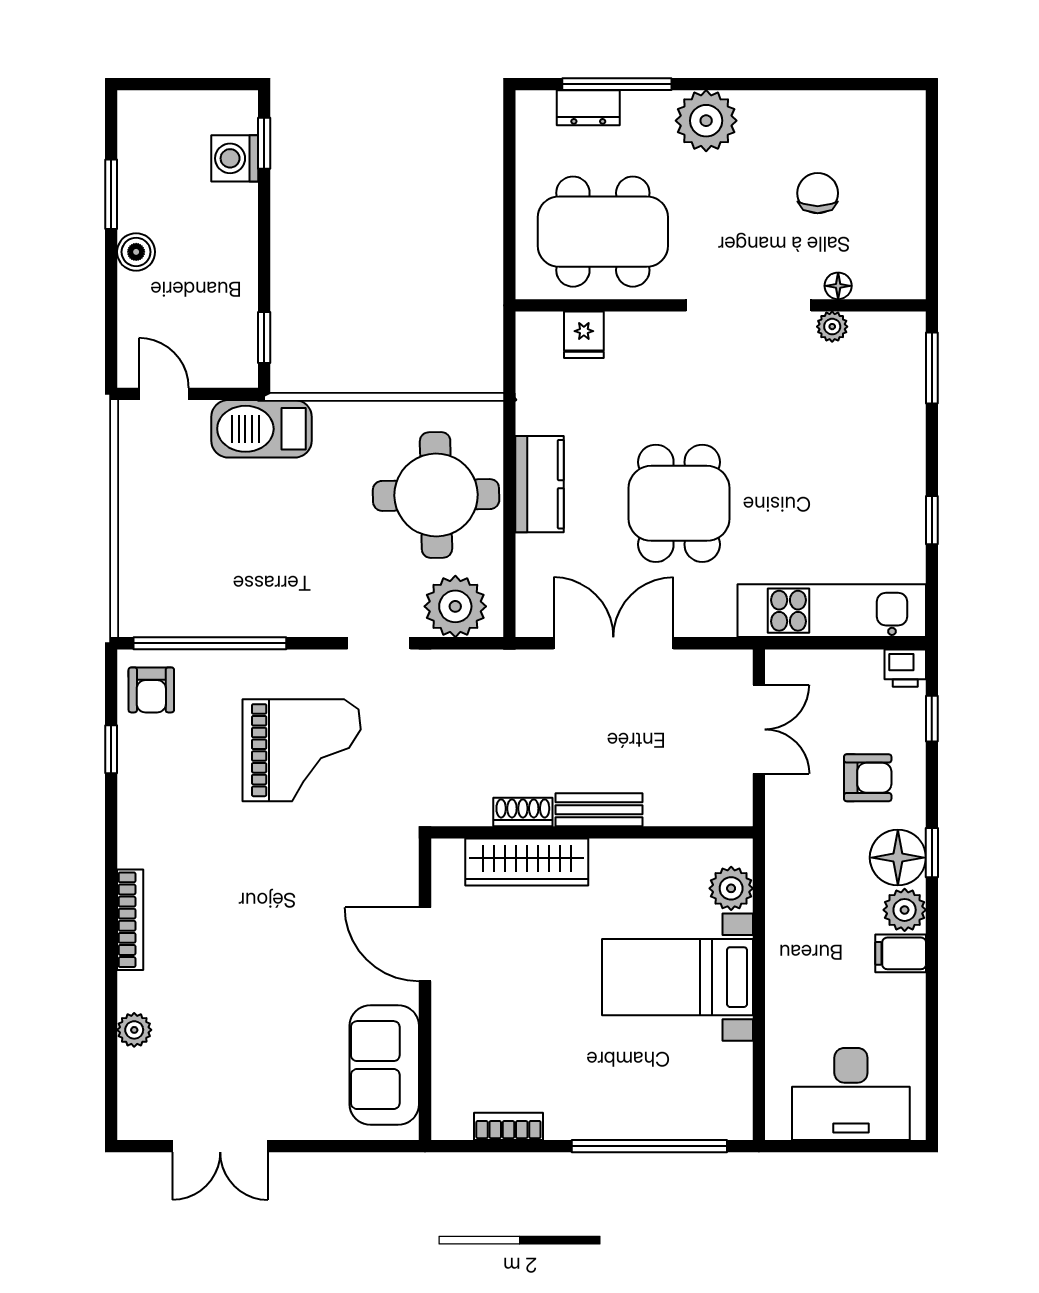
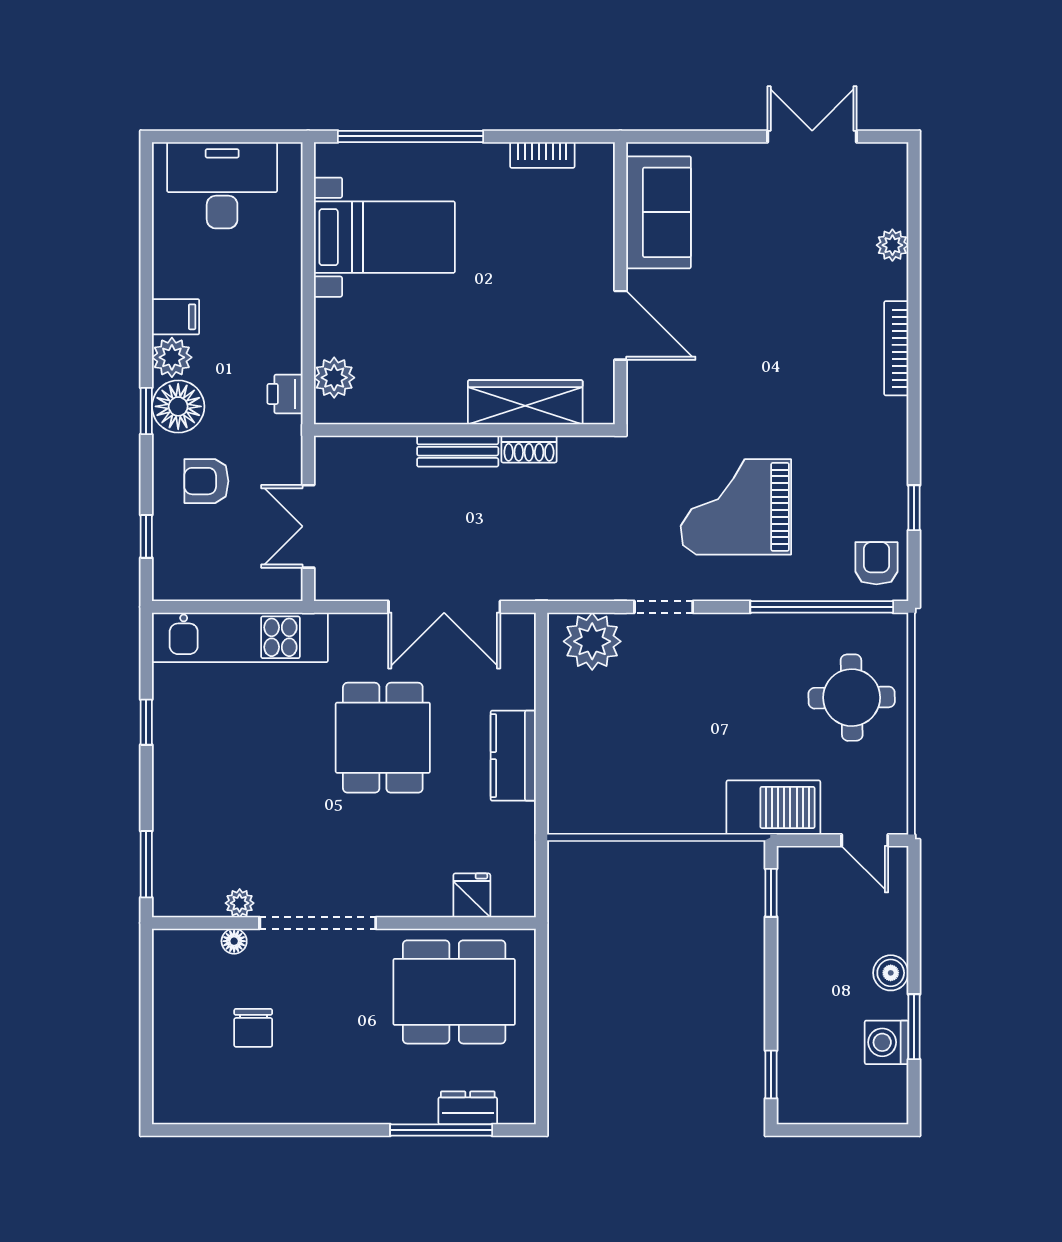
plant: (706, 121) -> (358, 1096), removed
washing machine: (235, 158) -> (887, 1042), moved, turned 180
round table: (436, 495) -> (852, 698), moved, width x0.73, depth x0.73
printer: (905, 668) -> (285, 394), moved, turned -90
bed with nightstands: (677, 977) -> (384, 237), moved

